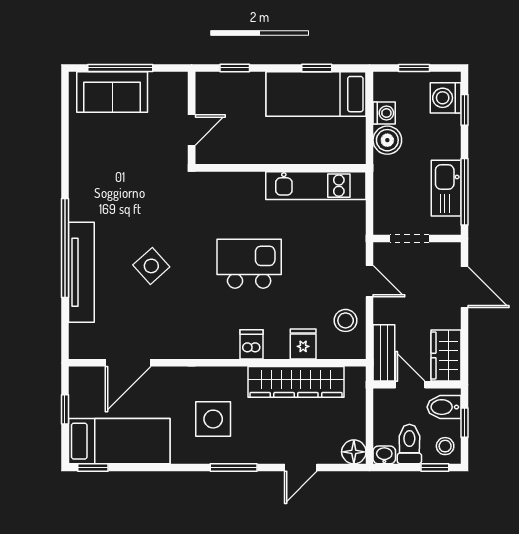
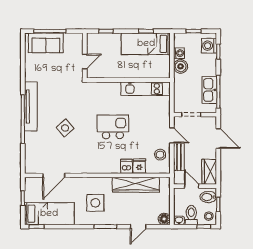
tv unit: (81, 272) -> (31, 106), moved
dishwasher: (251, 344) -> (127, 166), moved
bench: (384, 353) -> (179, 157), moved

